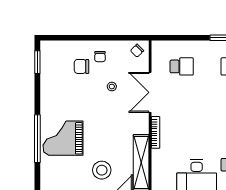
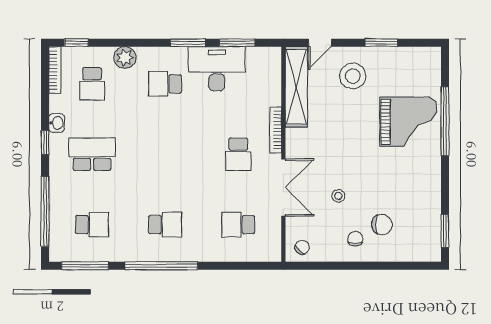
school desk: (182, 116) -> (238, 154), added

